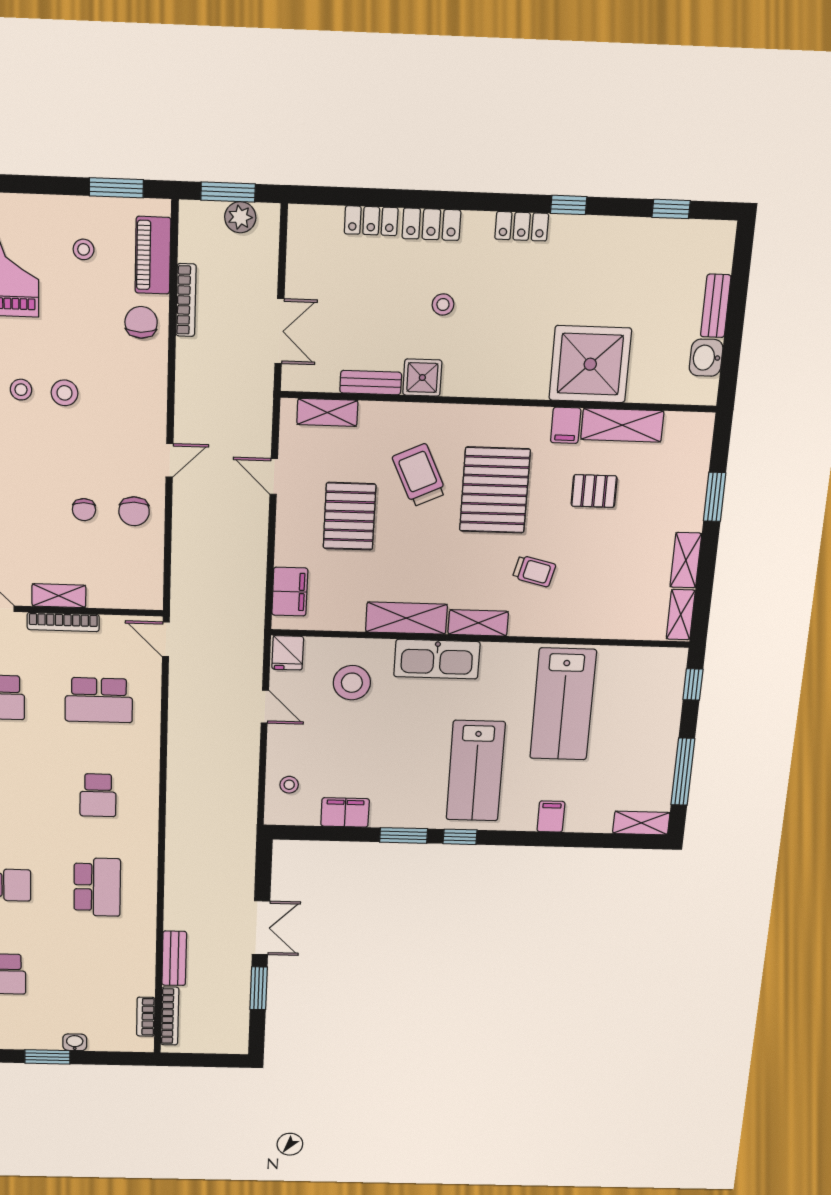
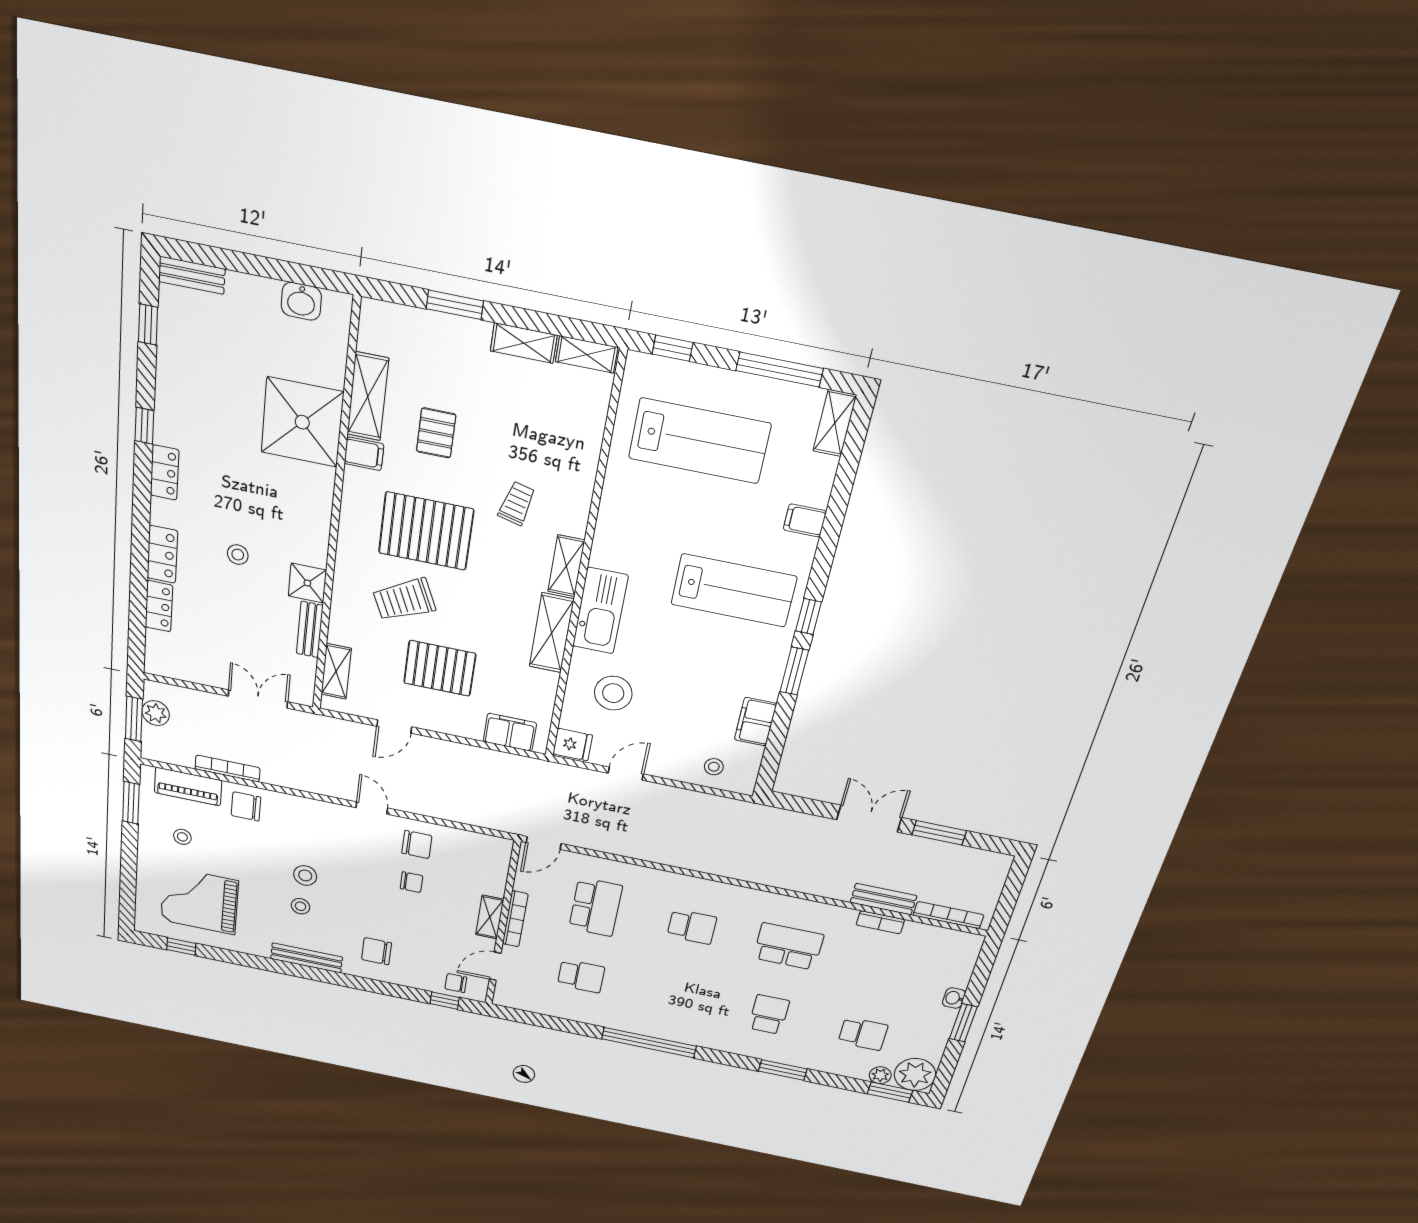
bench: (716, 306) -> (192, 275), moved
lab bench: (563, 704) -> (700, 441), moved
bookcase: (146, 1017) -> (880, 922), moved

